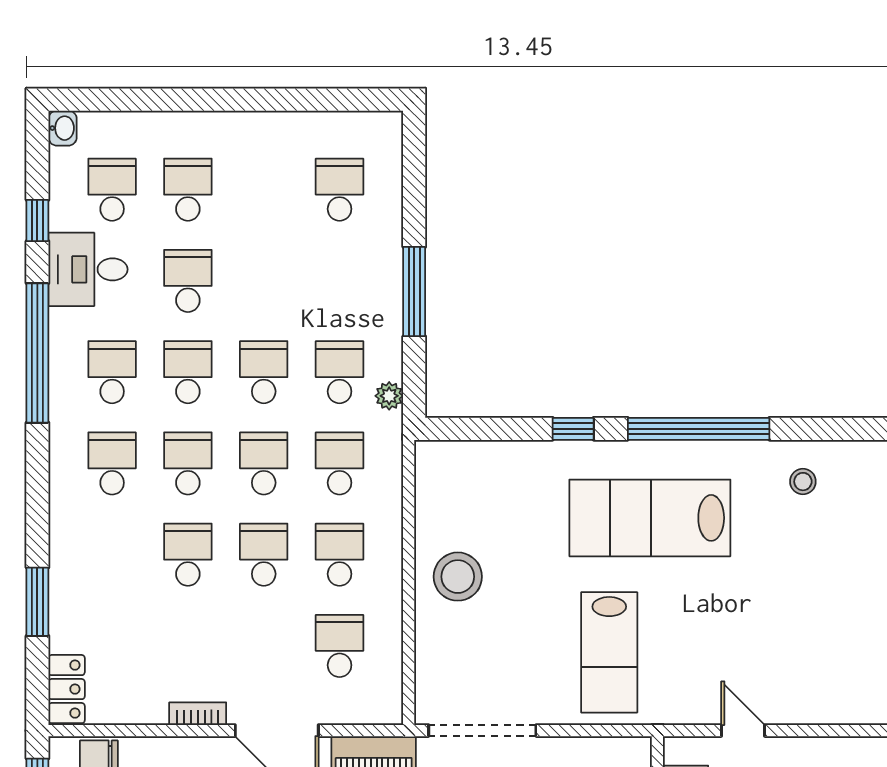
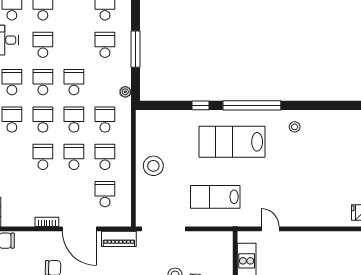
school desk: (340, 372) -> (105, 45), moved
lab bench: (609, 652) -> (215, 197), turned 90

